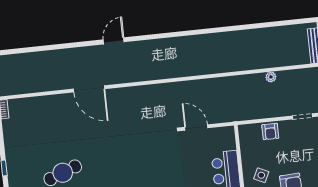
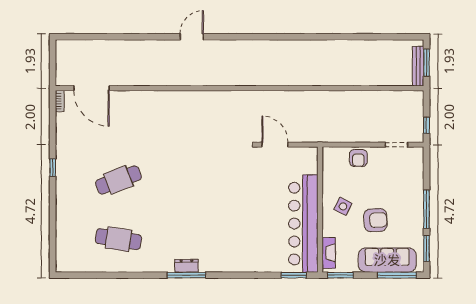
plant: (271, 77) -> (366, 96), removed
door: (89, 89) -> (91, 88), moved

